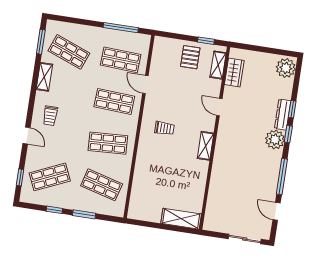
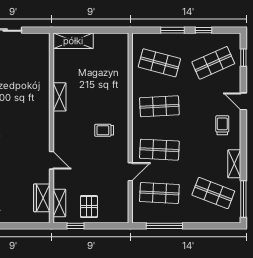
window: (41, 42) -> (243, 199), width x1.44
door: (145, 85) -> (130, 172), hinge flipped
shelving: (206, 146) -> (60, 97), moved

